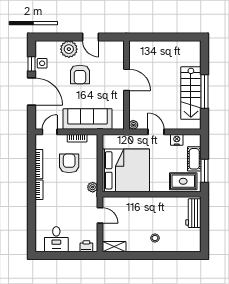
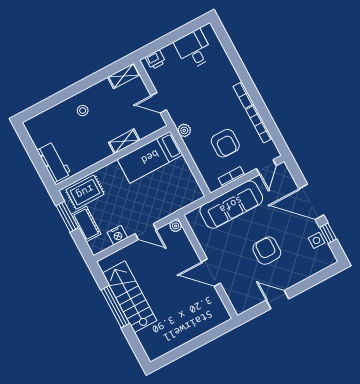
plant: (69, 49) -> (295, 273), removed
bed: (126, 170) -> (150, 157), width x0.49
shelving: (138, 202) -> (124, 141), added

